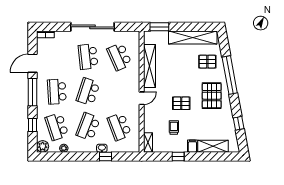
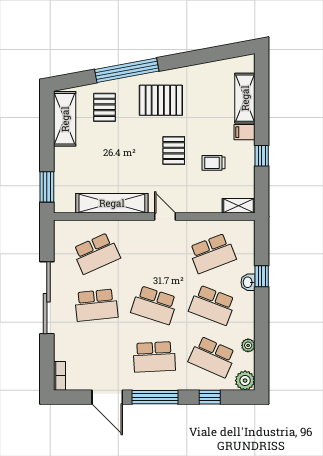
shelving: (193, 38) -> (65, 119), width x0.68
window: (239, 123) -> (207, 55), removed
school desk: (57, 127) -> (212, 357), turned 42

